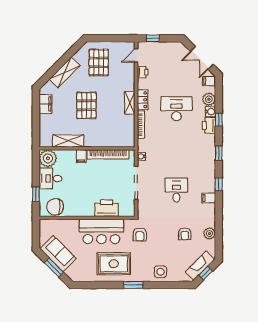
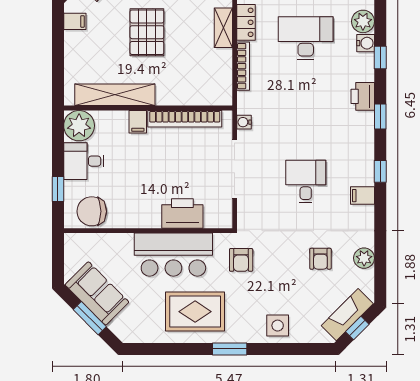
filing cabinet: (45, 104) -> (75, 21), width x0.50
printer: (209, 125) -> (363, 96), moved
shelving: (68, 141) -> (115, 95), width x1.47

